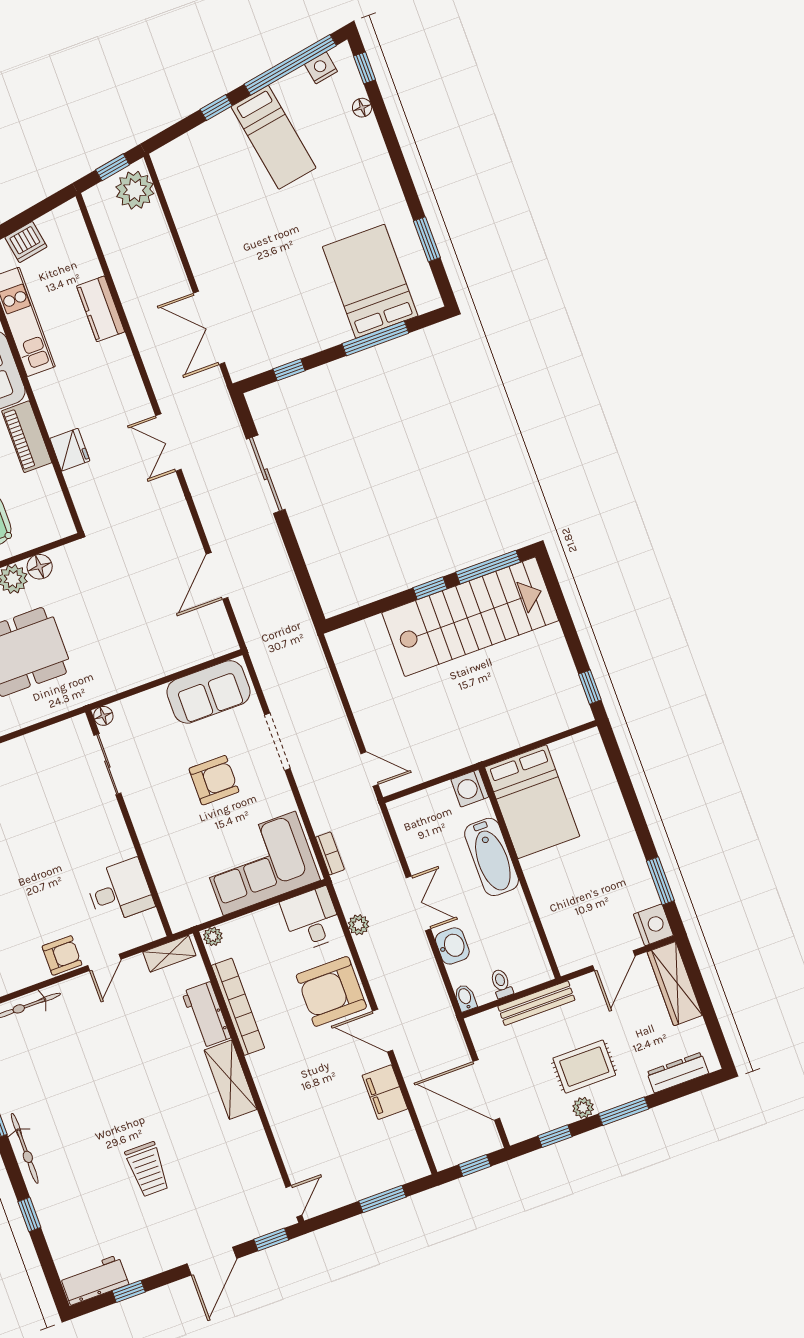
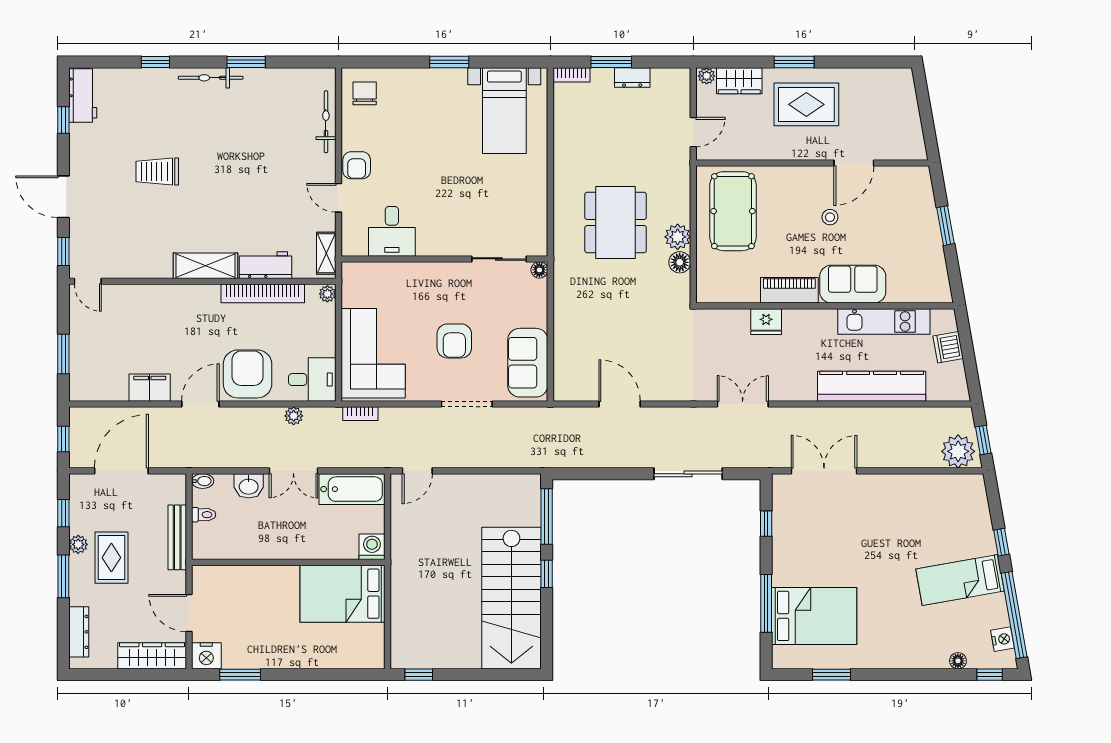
kitchen counter: (101, 309) -> (872, 386), width x2.08, depth x1.17
window: (488, 567) -> (547, 516), moved
bathtub: (492, 857) -> (352, 489), moved, turned 180

